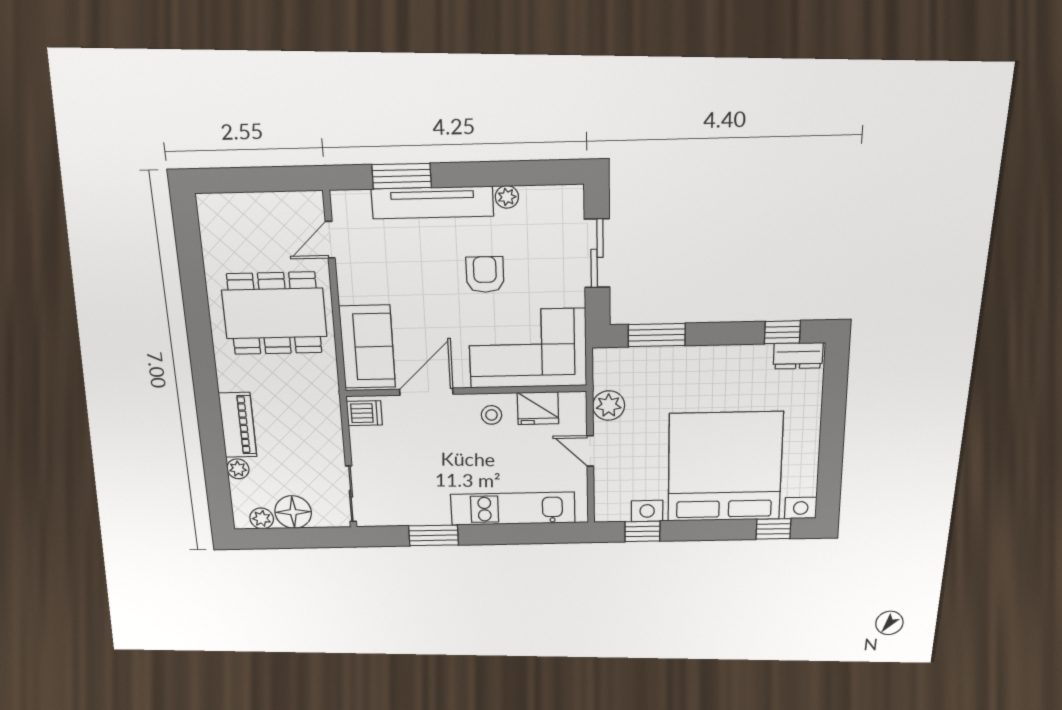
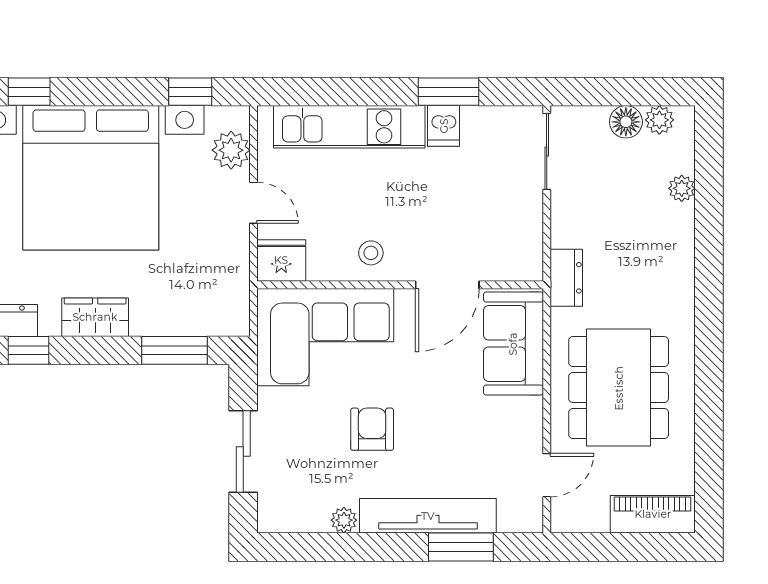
armchair: (485, 274) -> (372, 429), turned 180
dining table: (274, 313) -> (619, 388), turned 90
wardrobe: (724, 360) -> (95, 317), added
dresser: (327, 399) -> (566, 278), added
plant: (609, 406) -> (231, 150), moved
fridge: (538, 408) -> (281, 260), moved
dishwasher: (364, 413) -> (444, 126), moved, turned -90
piano: (238, 425) -> (653, 514), moved, turned 90
floor lamp: (293, 512) -> (626, 122), width x0.73, depth x0.73

